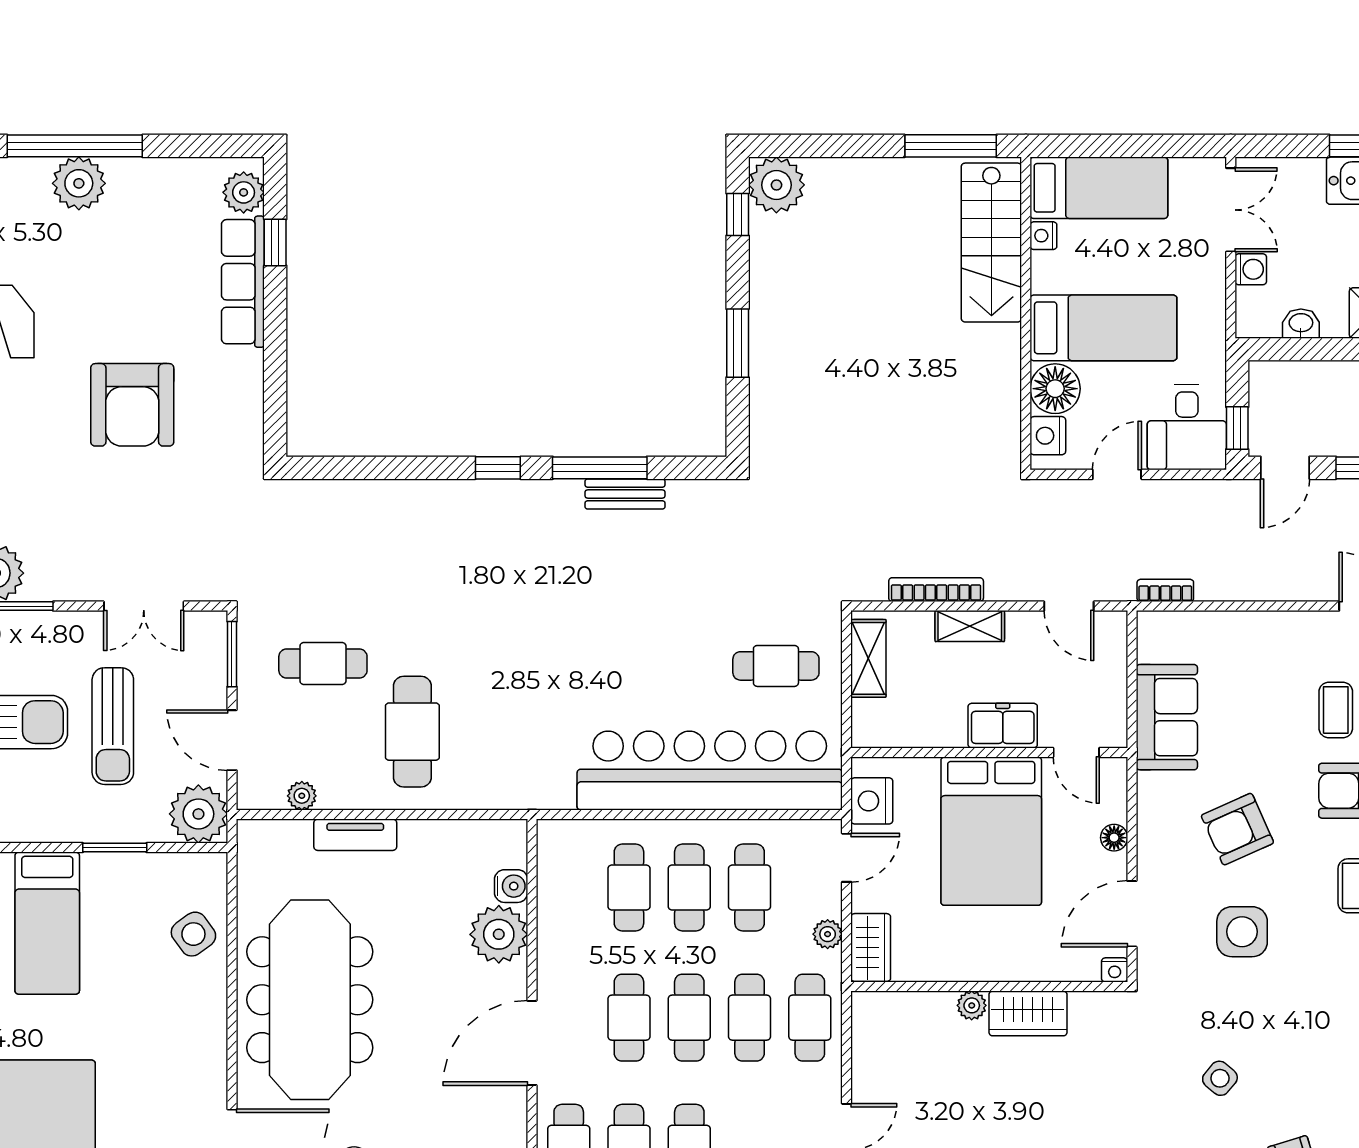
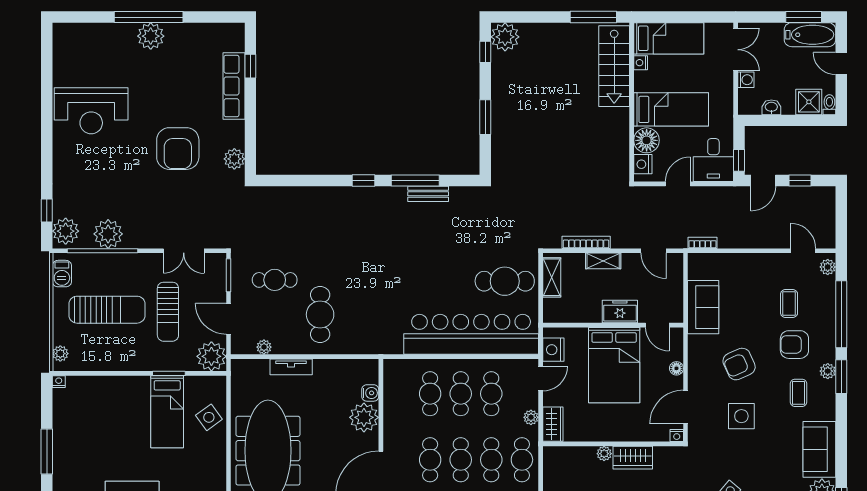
plant: (244, 192) -> (234, 159), moved
cafe table: (776, 666) -> (505, 281), width x1.37, depth x1.35
bed: (47, 923) -> (167, 412), moved

